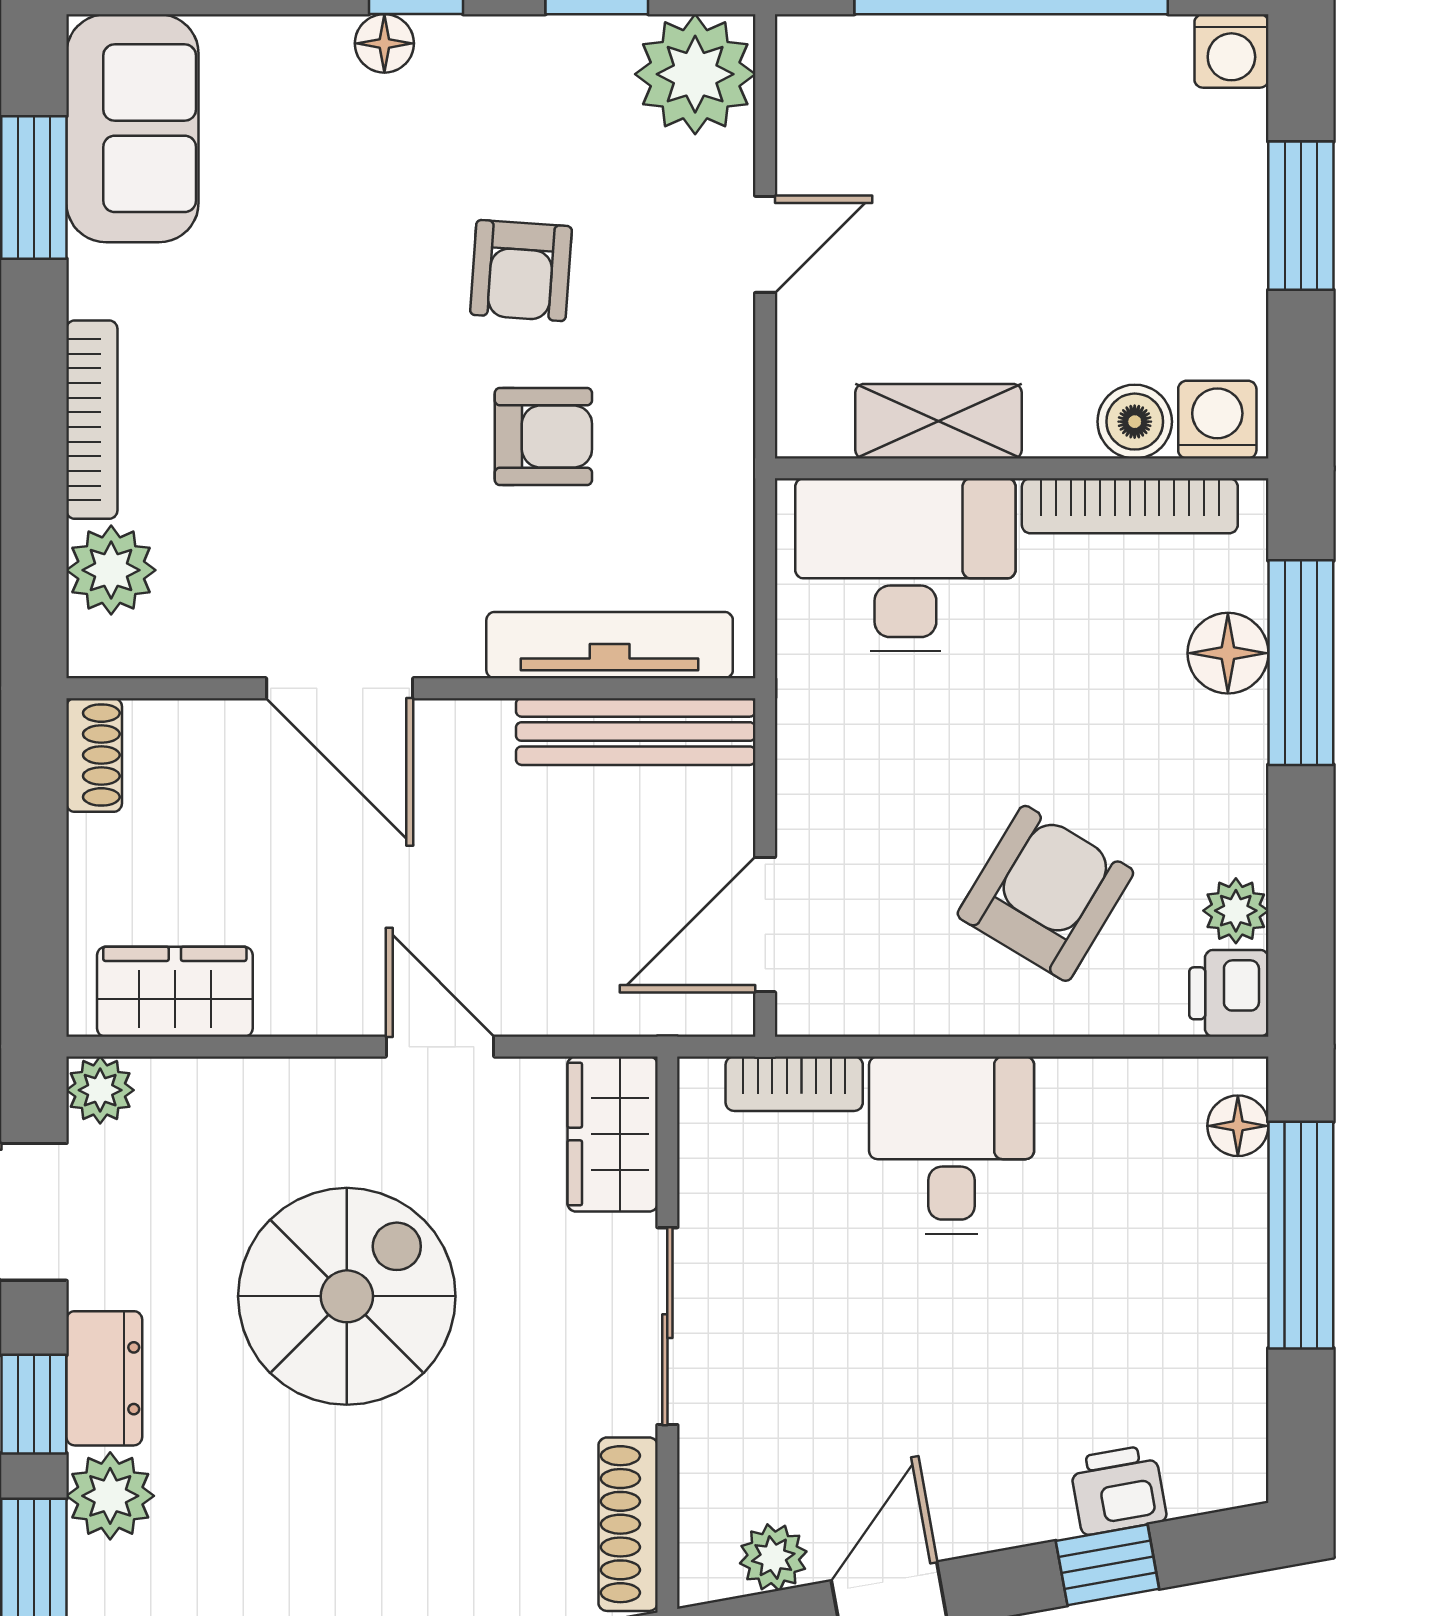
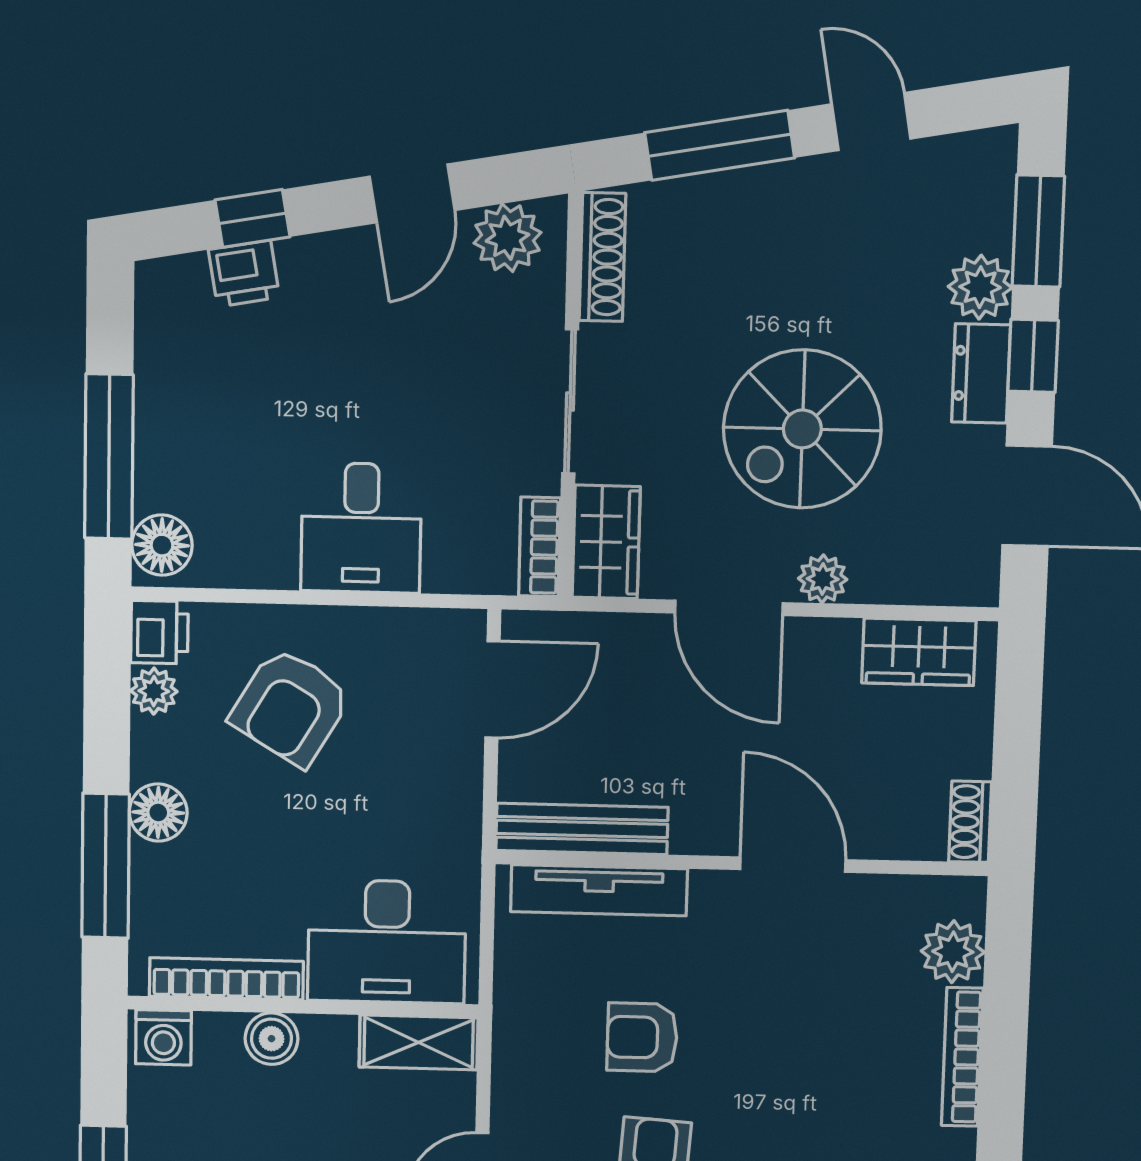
shelving: (939, 421) -> (419, 1042), moved
boiler: (1135, 422) -> (272, 1039), moved
floor lamp: (1228, 653) -> (158, 812), moved
door: (440, 1047) -> (729, 608), width x1.38
bookcase: (794, 1084) -> (540, 547), moved, turned -90
plant: (100, 1090) -> (823, 579), moved
floor lamp: (1238, 1126) -> (162, 545), width x1.37, depth x1.37
plant: (773, 1557) -> (507, 238), width x1.38, depth x1.38

